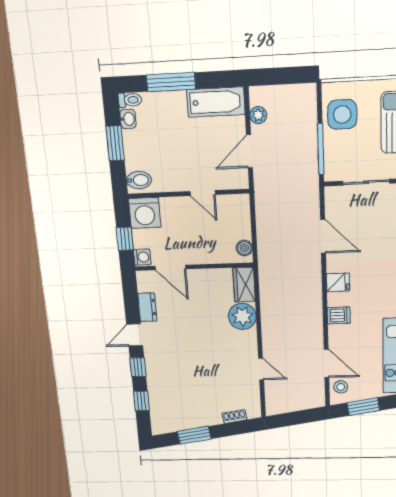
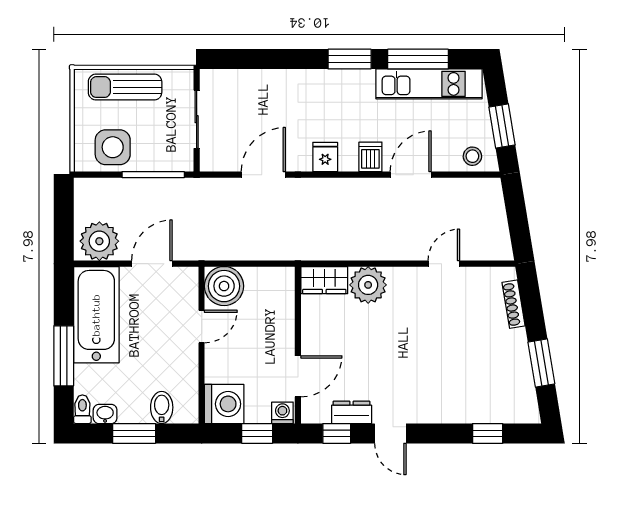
bathtub: (216, 102) -> (96, 315), width x1.36, depth x1.36
plant: (258, 115) -> (99, 241), width x1.87, depth x1.87
door: (249, 151) -> (152, 264), swing flipped
bidet: (139, 180) -> (162, 407), moved
boiler: (244, 248) -> (224, 286), moved, width x1.86, depth x1.86
door: (327, 363) -> (411, 175), moved
window: (138, 367) -> (337, 433), moved
shoe rack: (234, 416) -> (514, 304), width x1.43

